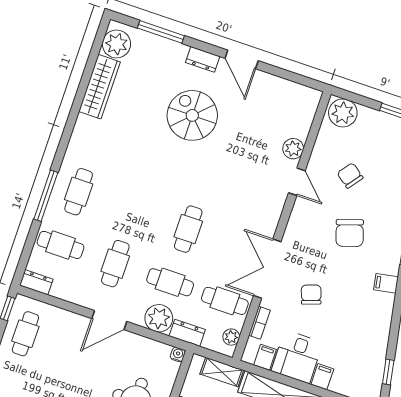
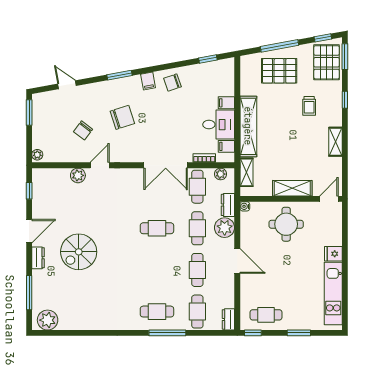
window: (295, 78) -> (29, 191), added
wardrobe: (99, 87) -> (81, 322), removed
plant: (343, 113) -> (37, 155), width x0.53, depth x0.53
cafe table: (115, 264) -> (197, 270), turned 90
chair: (311, 295) -> (172, 83), moved

